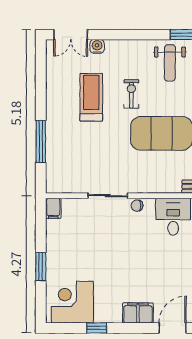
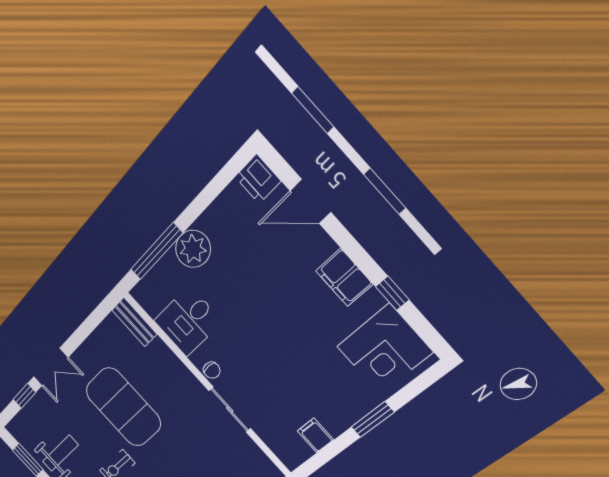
filing cabinet: (53, 208) -> (315, 435), moved, turned -90
filing cabinet: (138, 313) -> (344, 277), moved

